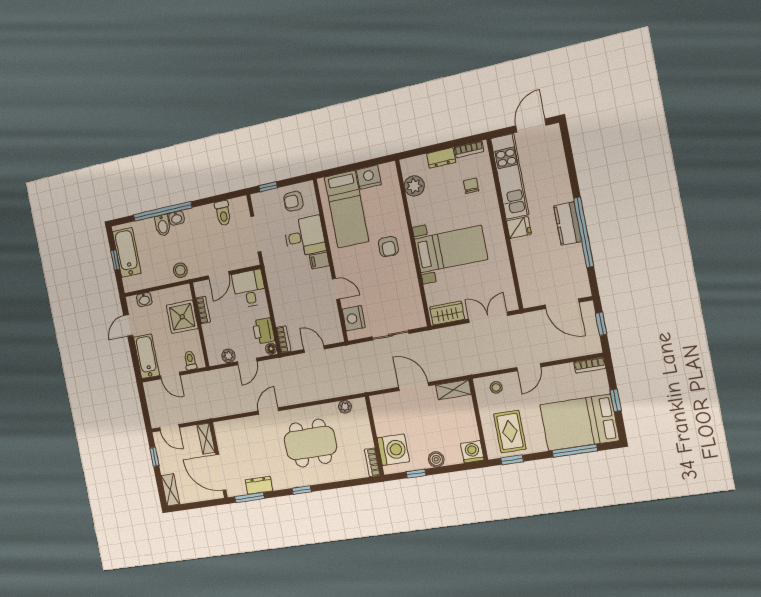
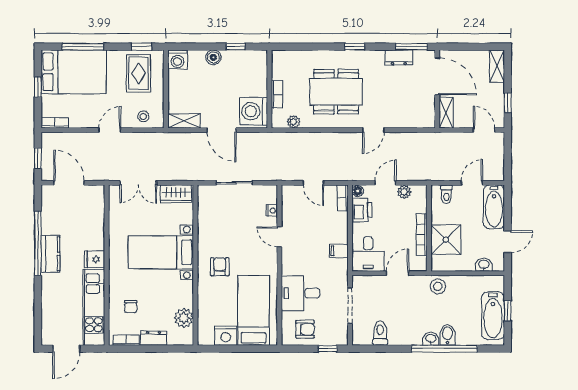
filing cabinet: (319, 261) -> (339, 251), moved, turned 180
bookcase: (203, 310) -> (422, 235), width x1.56
nightstand: (354, 318) -> (272, 211), width x0.53, depth x0.56
door: (170, 376) -> (472, 183), hinge flipped
washing machine: (393, 450) -> (254, 111), moved
bookcase: (372, 462) -> (277, 94), moved

